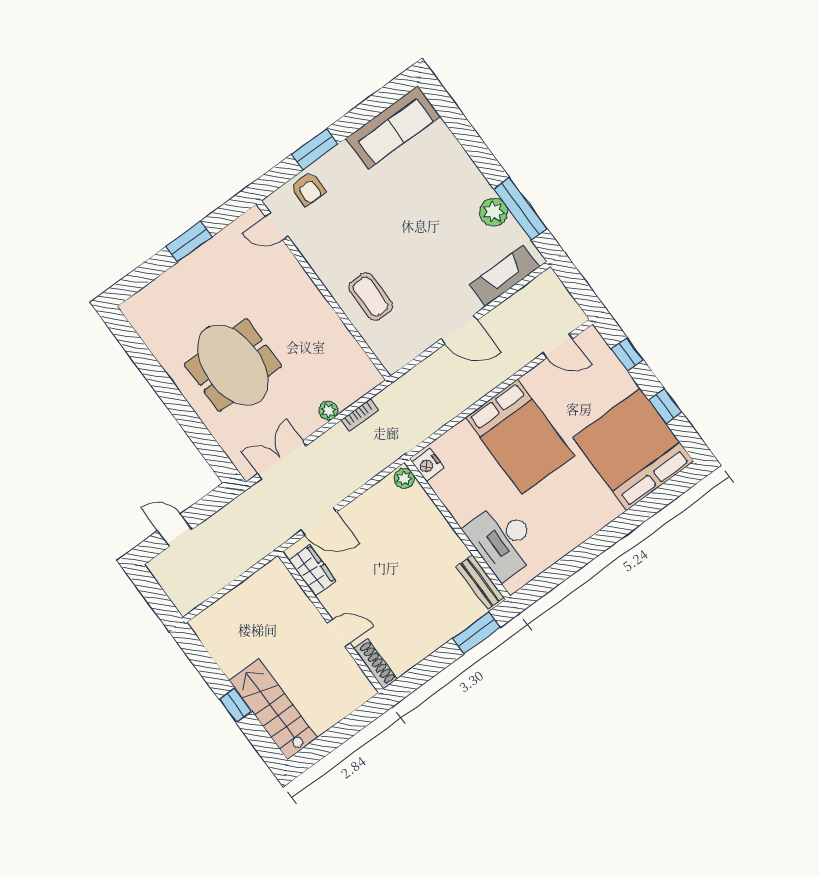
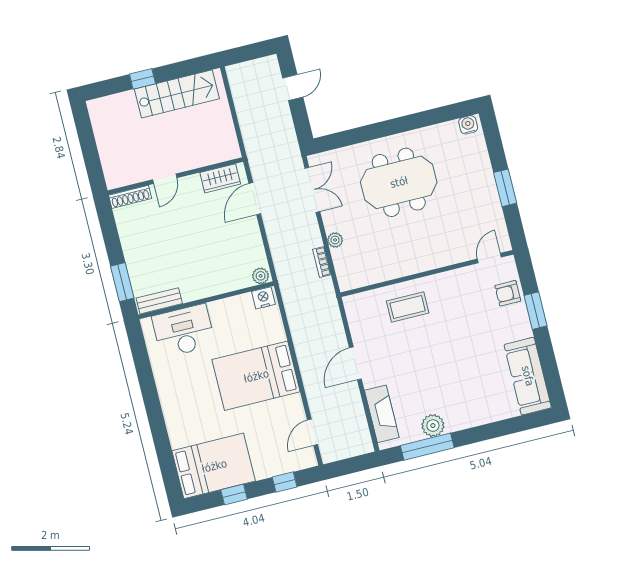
water cooler: (135, 313) -> (468, 125), added
bed: (633, 449) -> (214, 466), width x0.73
stairs: (273, 709) -> (177, 94), moved

